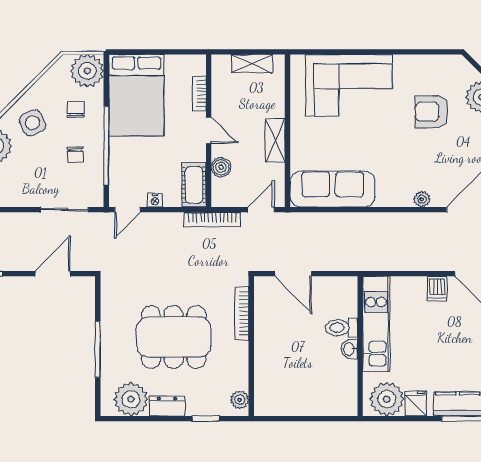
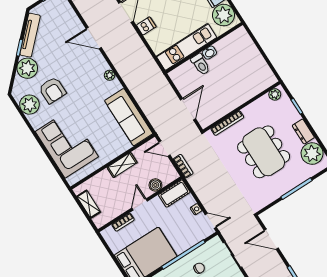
plant: (432, 69) -> (29, 105), added
plant: (422, 199) -> (110, 75), moved
bookcase: (212, 219) -> (183, 166), width x0.64

